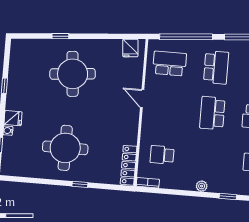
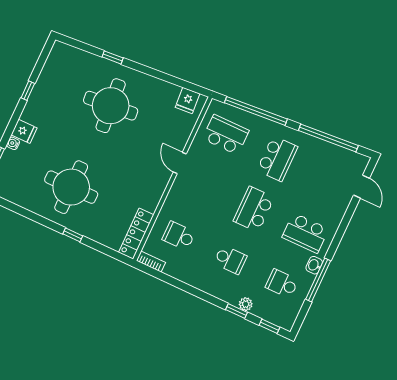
school desk: (209, 159) -> (230, 260), added
plant: (202, 186) -> (246, 304), moved

